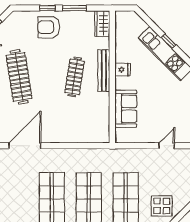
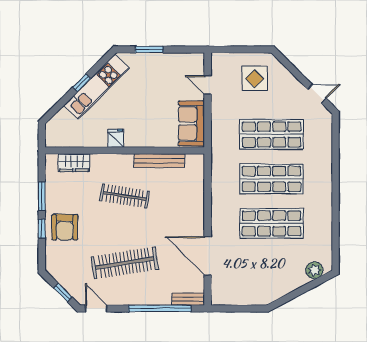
wardrobe: (102, 24) -> (74, 163), moved
bench: (104, 71) -> (159, 161), moved
sofa: (126, 109) -> (191, 123), moved, turned -90
display table: (162, 206) -> (255, 79), moved

